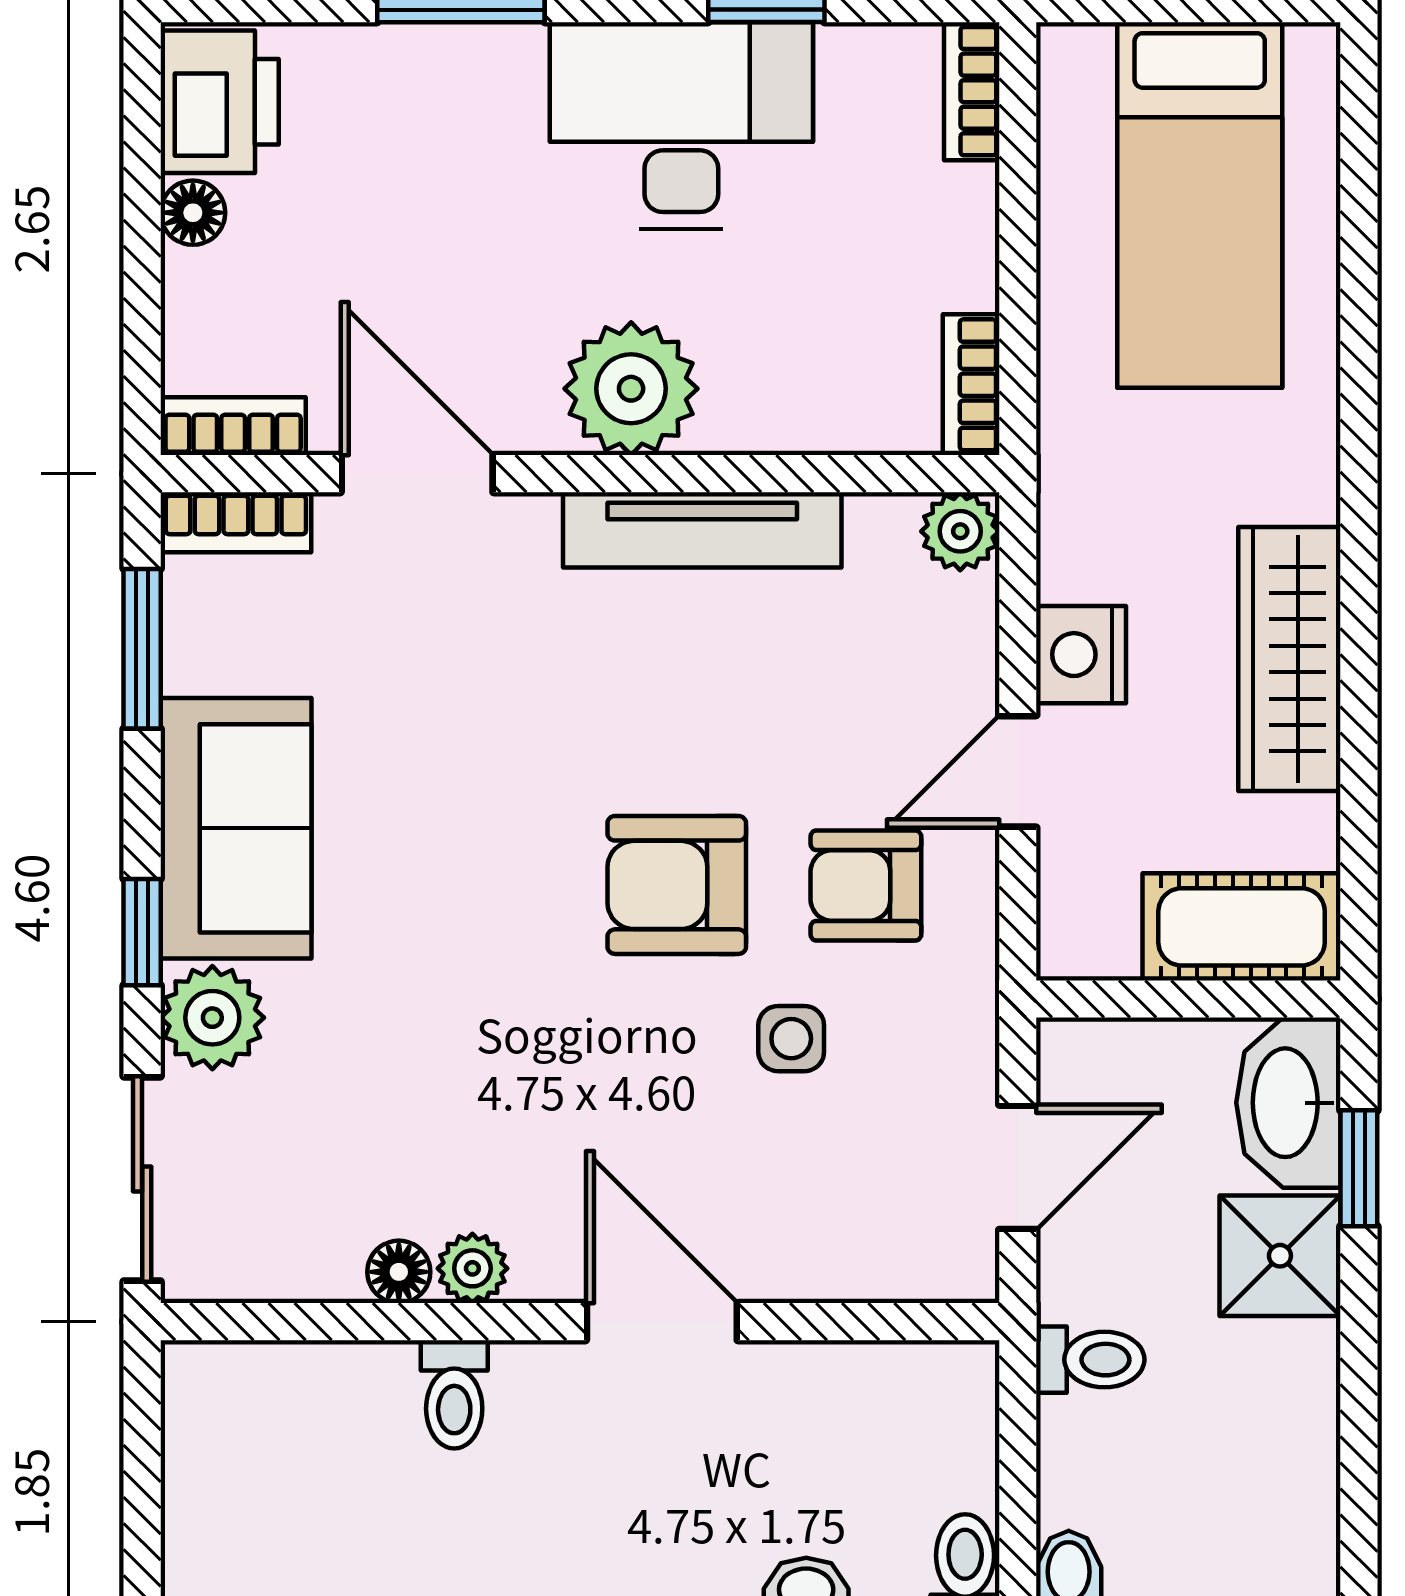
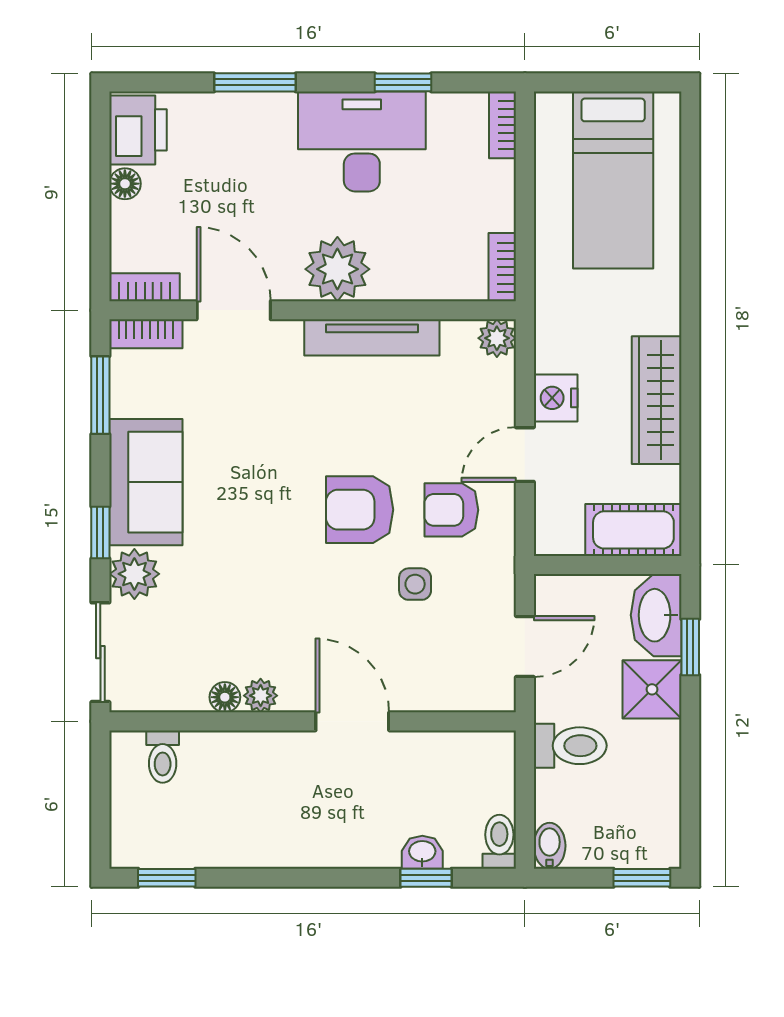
toilet: (1090, 1360) -> (570, 746), width x1.37, depth x1.39
toilet: (454, 1394) -> (163, 757), moved

